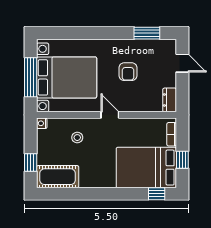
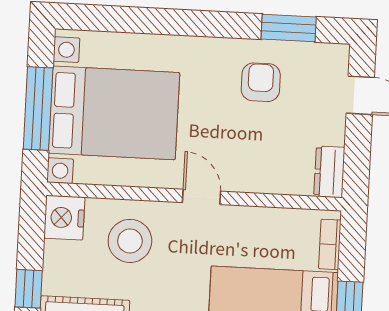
armchair: (128, 72) -> (261, 82), moved, turned 180
nightstand: (42, 123) -> (64, 218), width x1.89, depth x1.79
stool: (77, 138) -> (130, 241), width x1.89, depth x1.89

